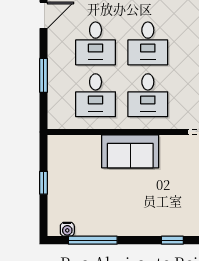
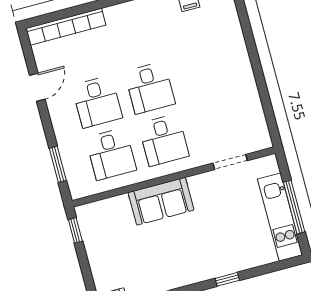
window: (44, 75) -> (58, 164), moved
window: (44, 183) -> (75, 230), moved

